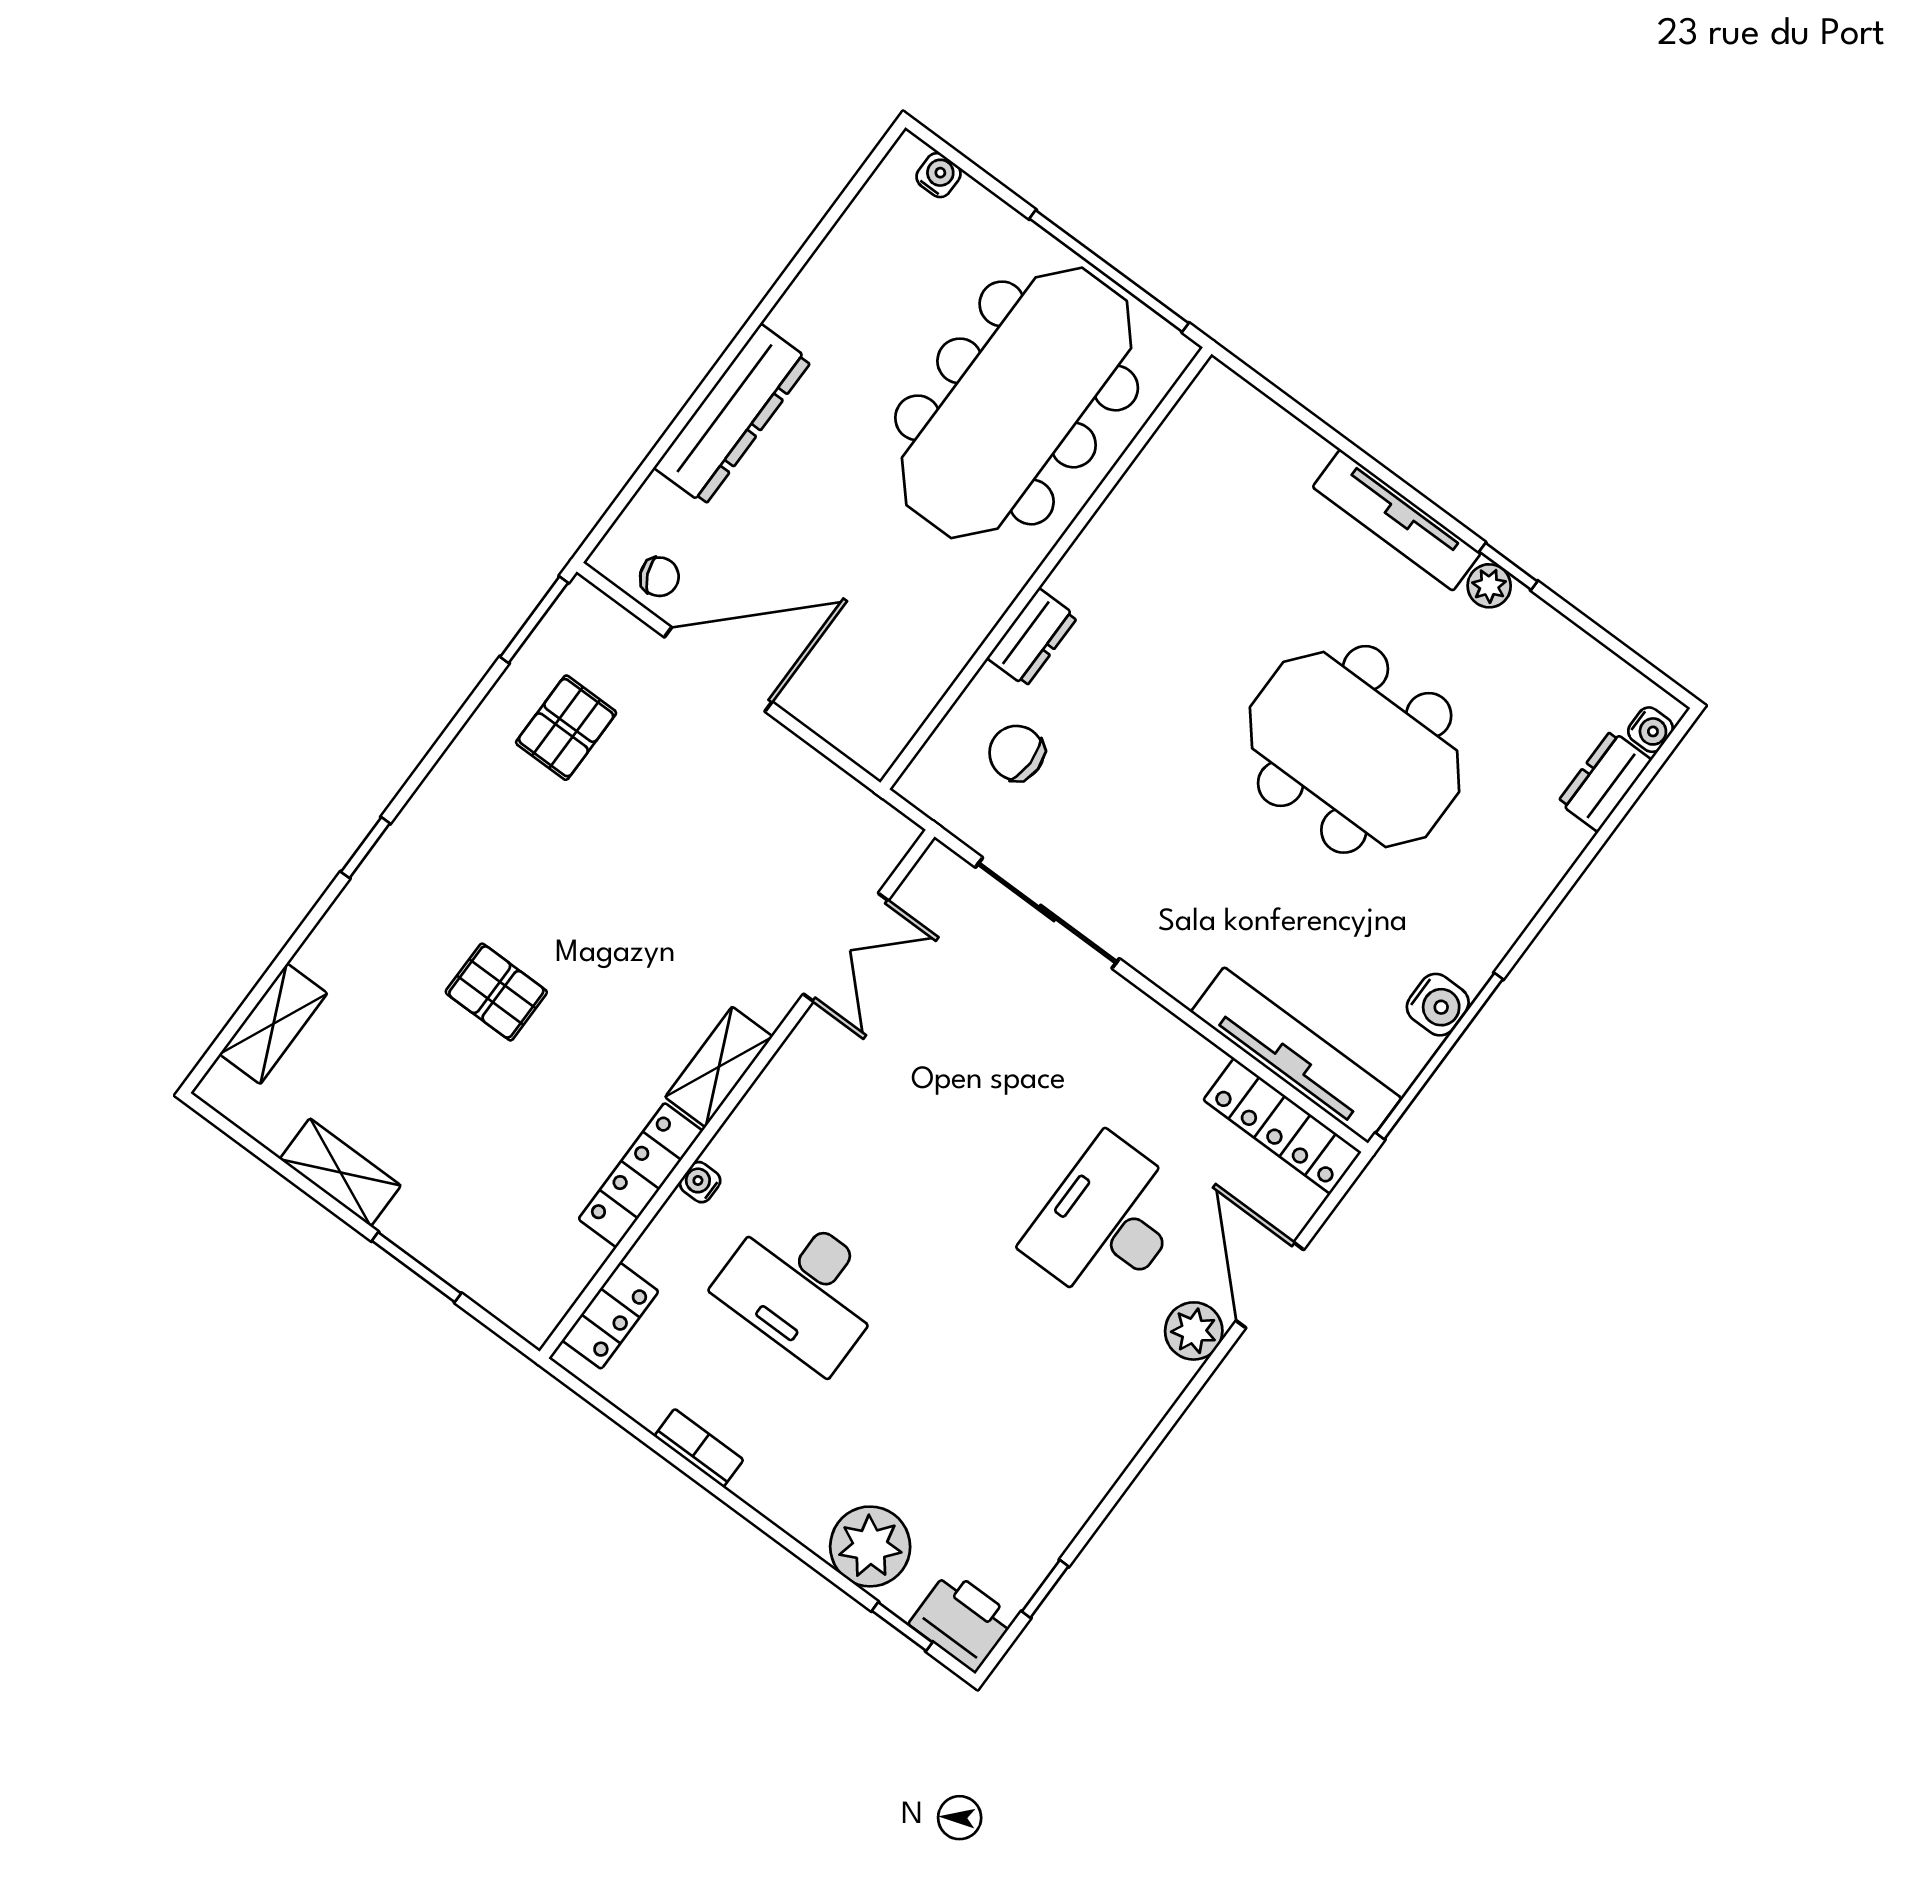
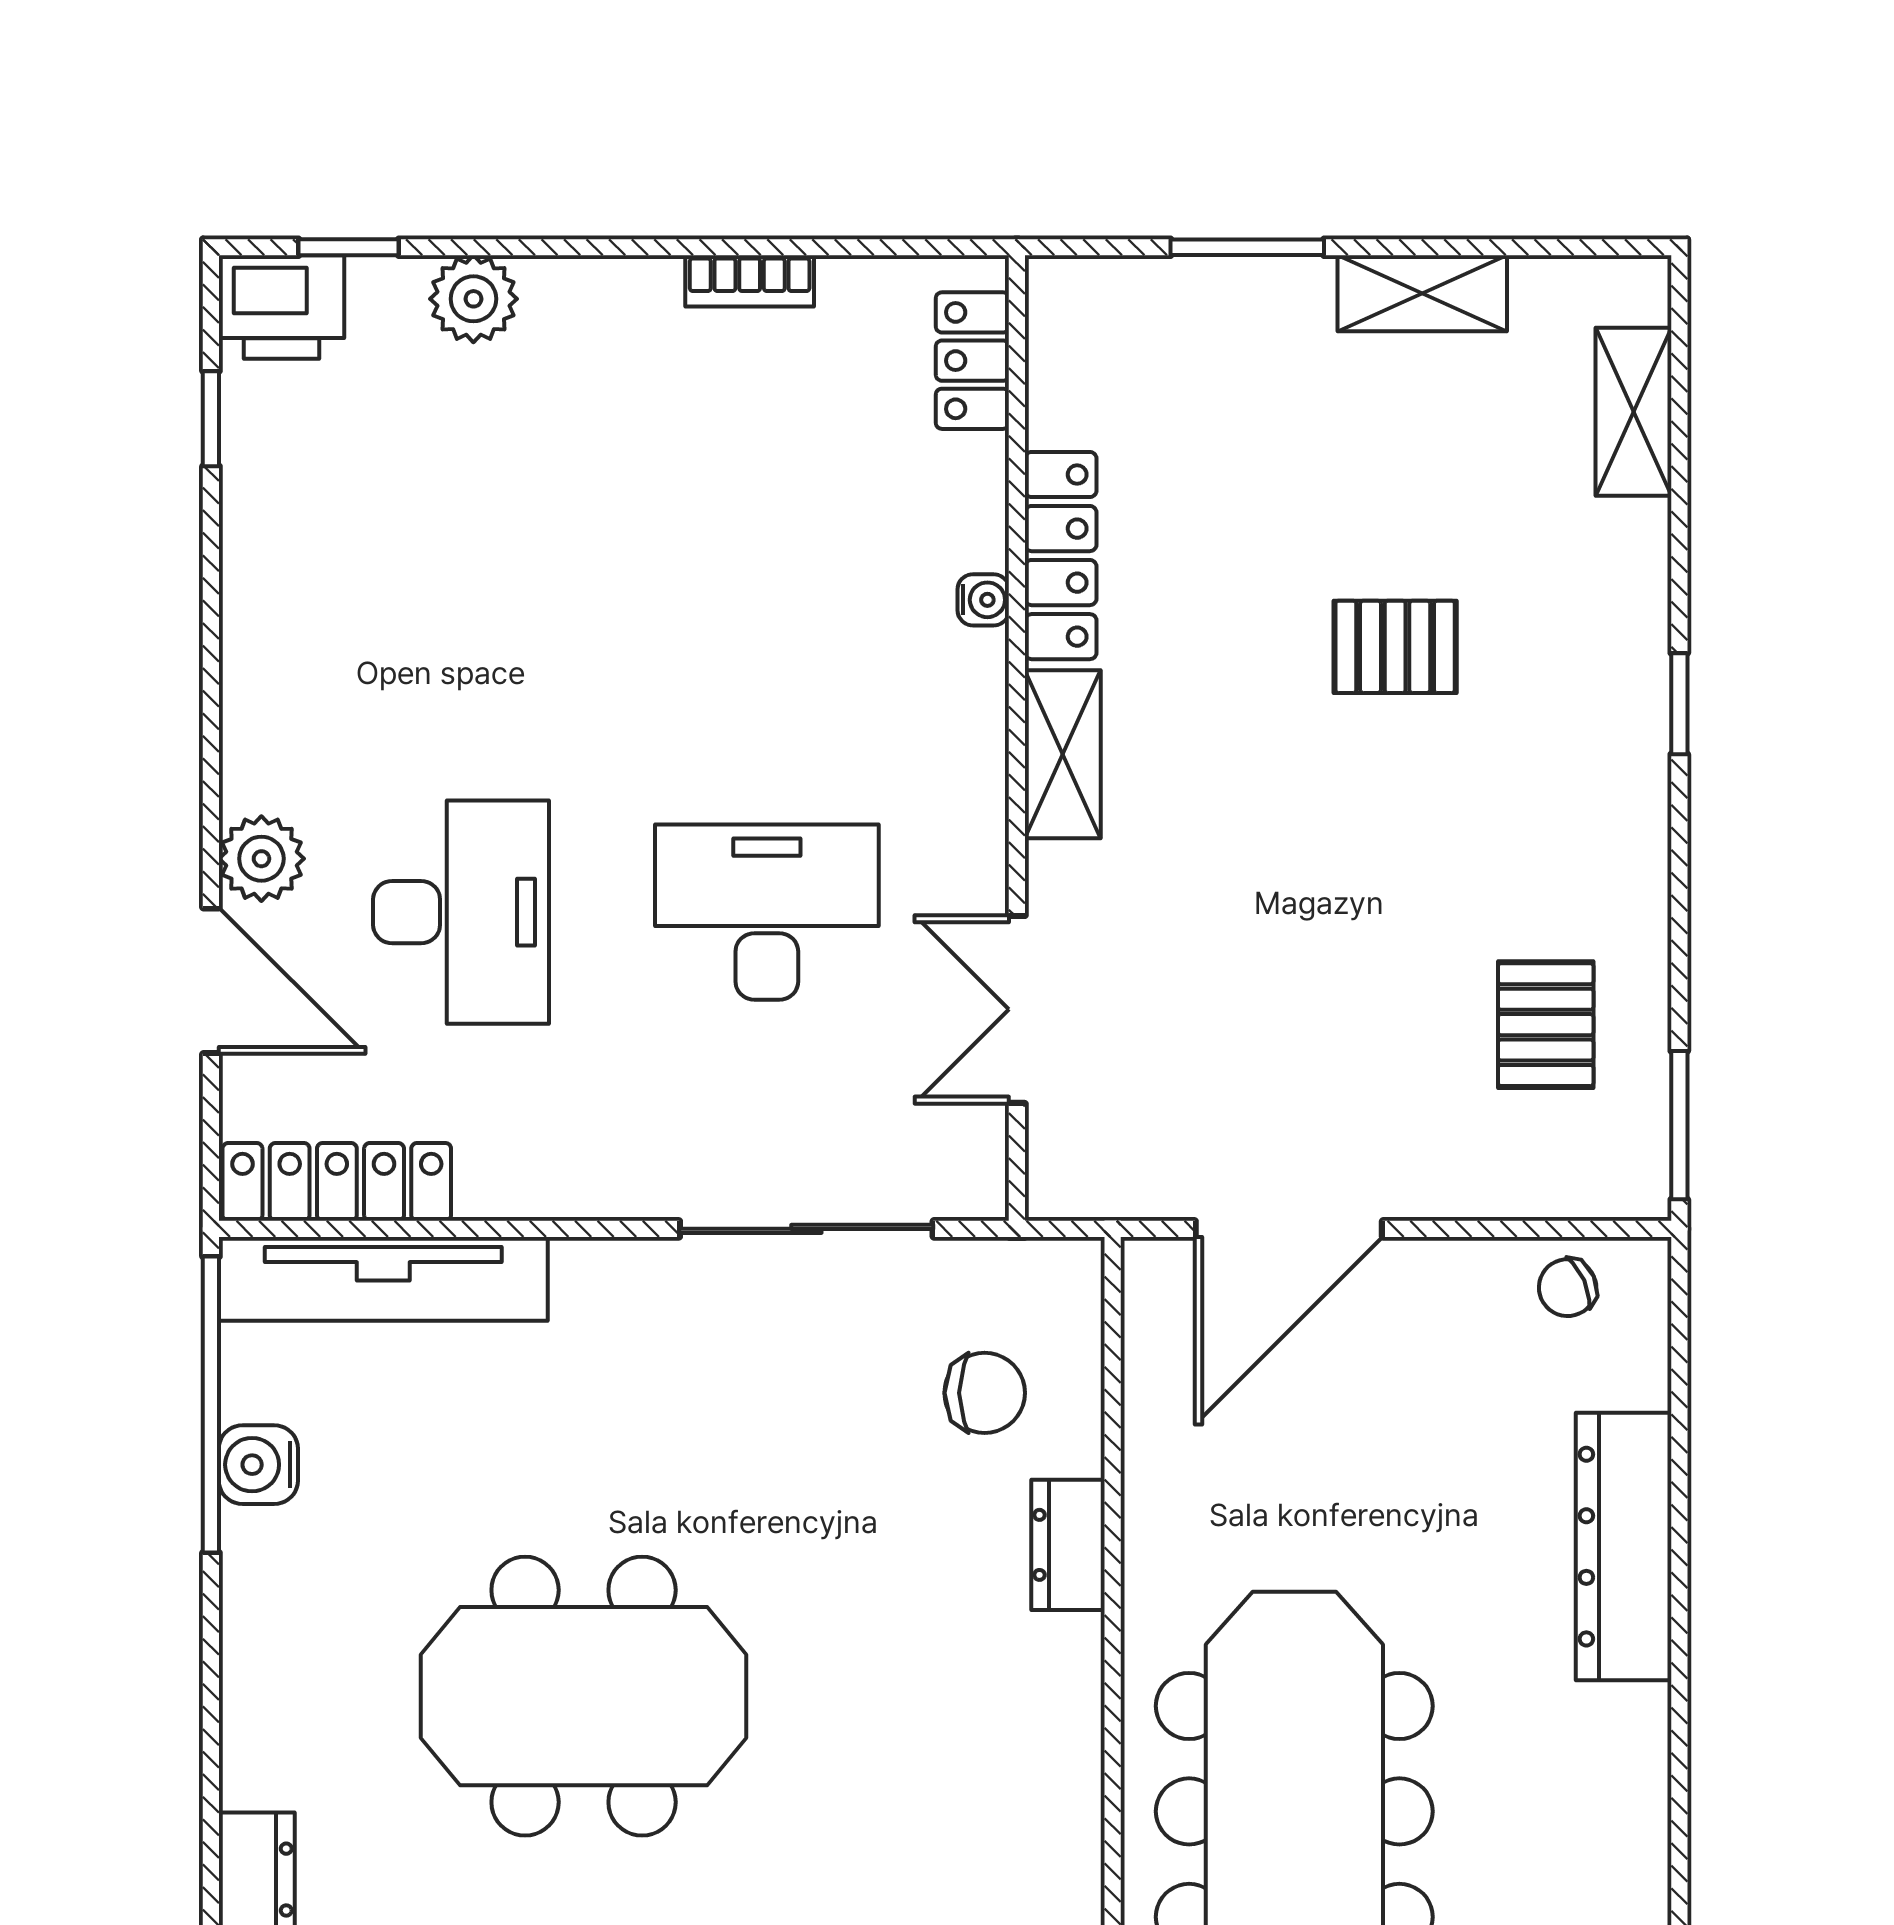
door: (718, 669) -> (1289, 1229), moved
desk: (803, 1288) -> (767, 912), moved
plant: (870, 1546) -> (473, 299), width x0.73, depth x0.73

